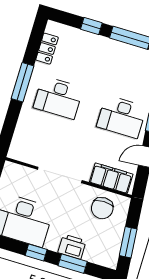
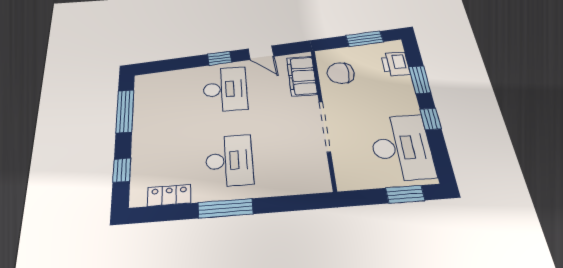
window: (91, 26) -> (122, 170), moved
chair: (102, 208) -> (341, 73), turned 180
printer: (72, 247) -> (396, 64), moved

